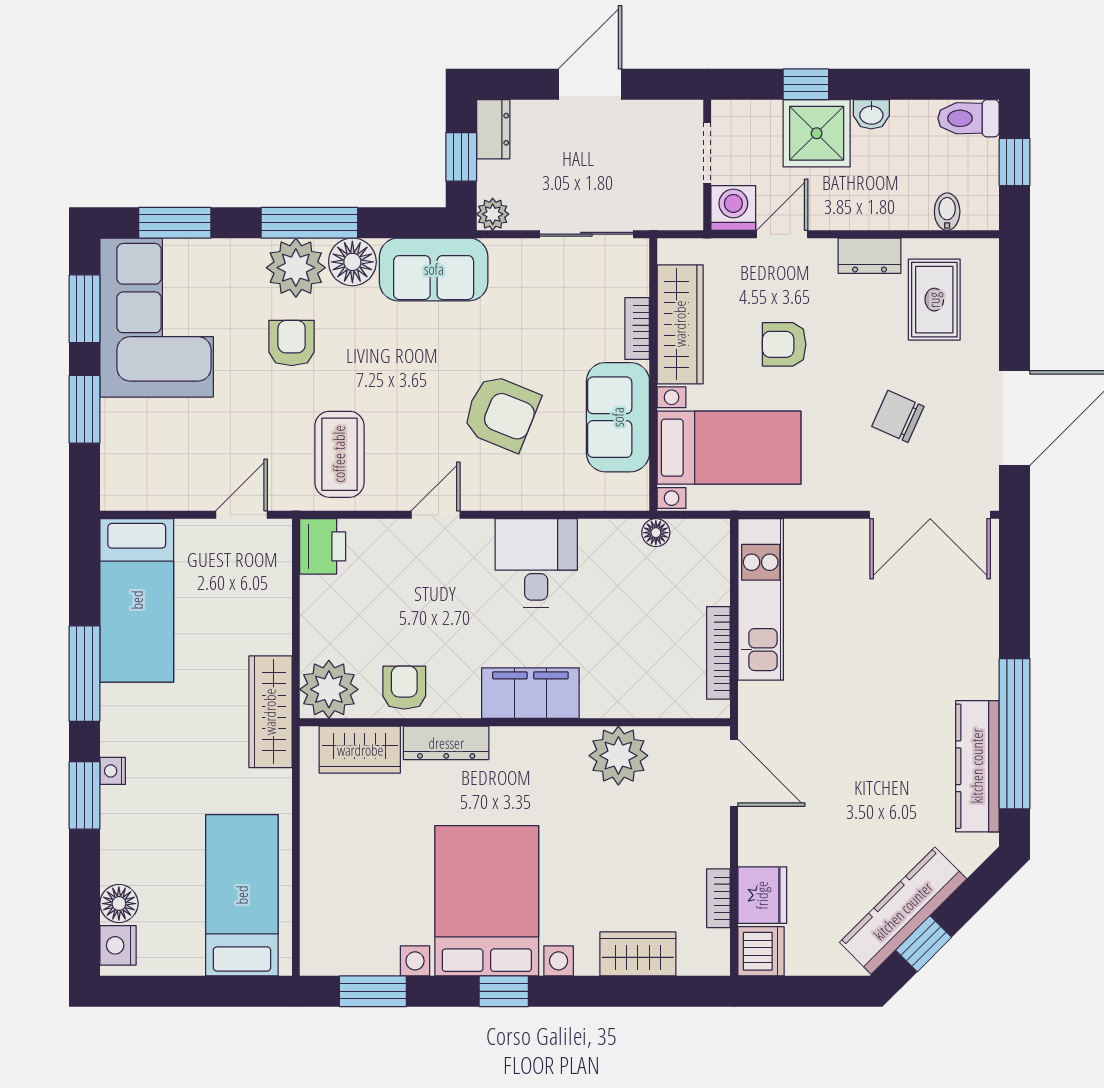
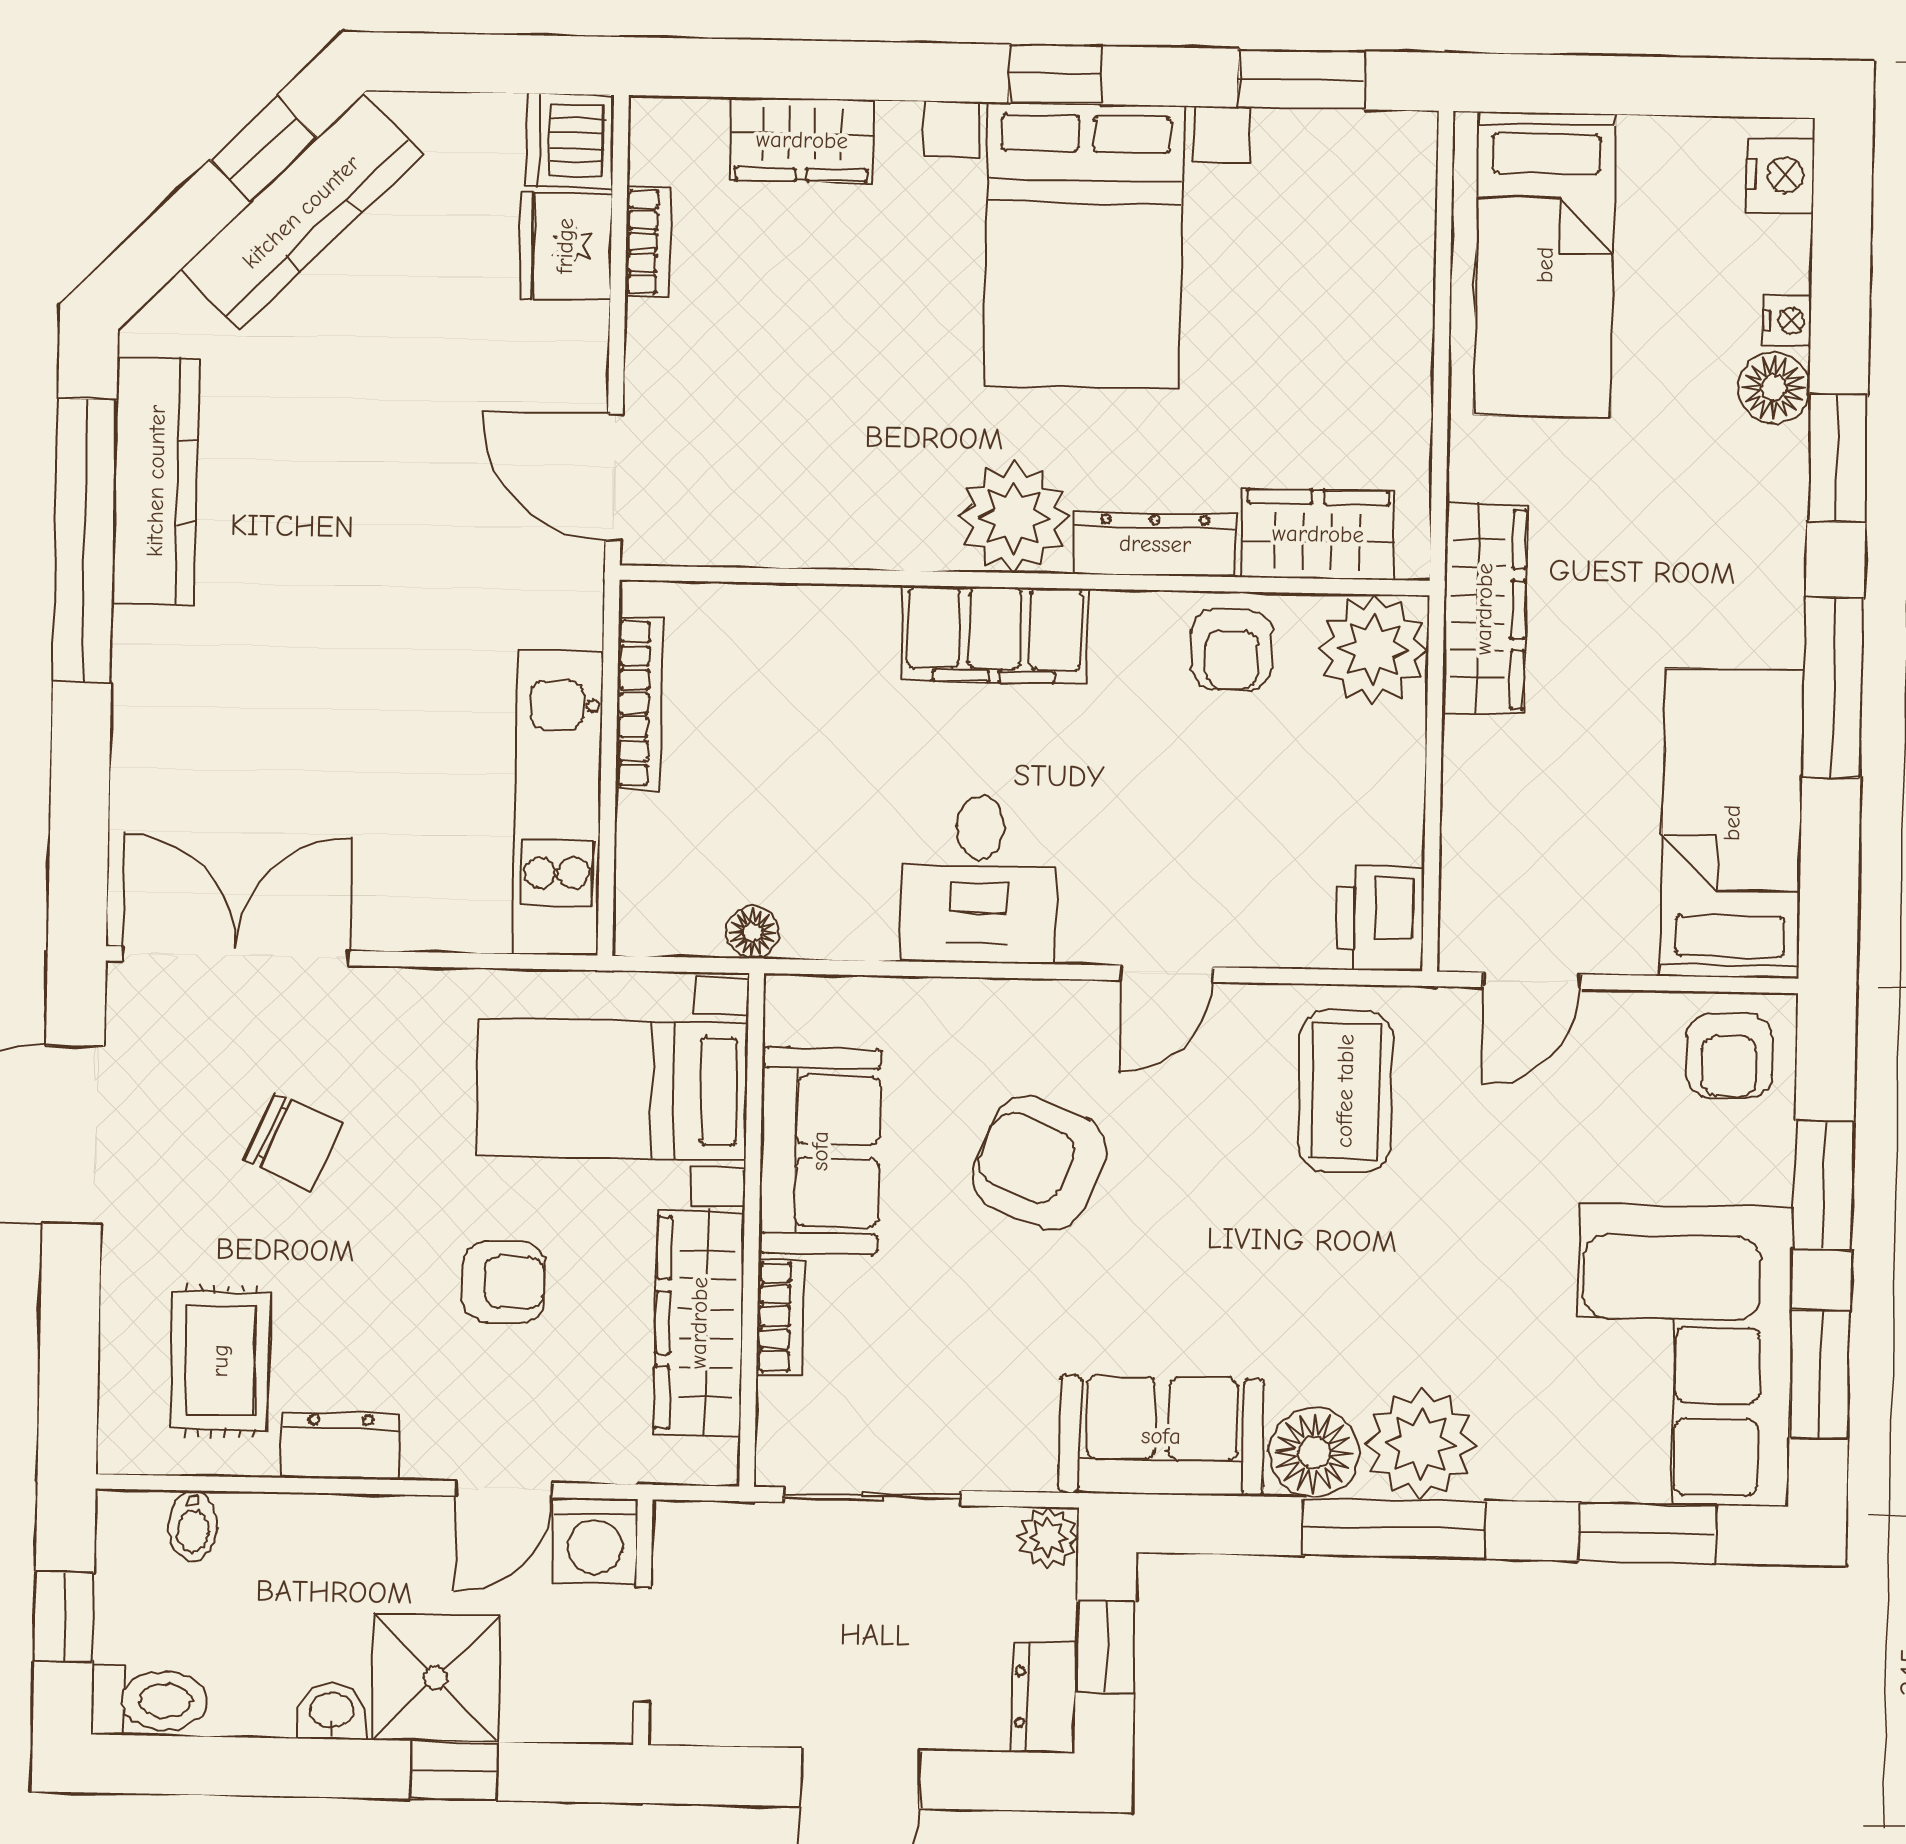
armchair: (292, 343) -> (1729, 1056), moved
plant: (618, 756) -> (1014, 517), moved
nightstand: (113, 771) -> (1787, 321), moved
floor lamp: (119, 904) -> (1774, 388), moved

